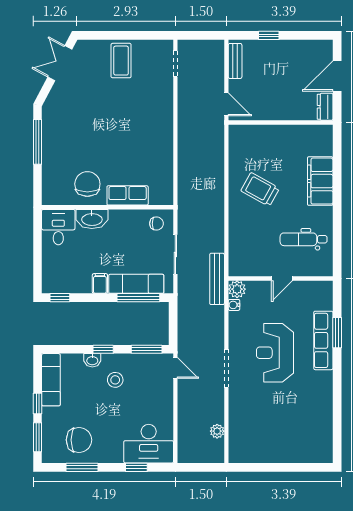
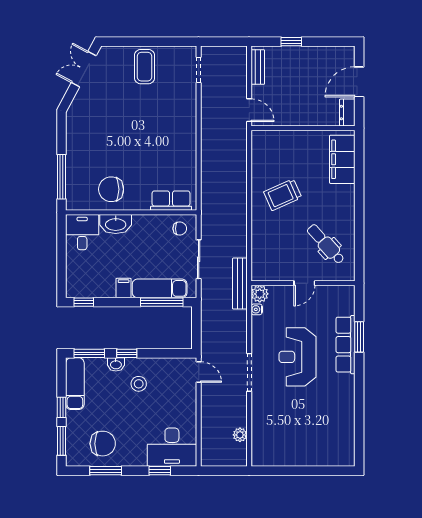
window: (38, 142) -> (62, 177), moved
filing cabinet: (320, 181) -> (342, 159), moved
chair: (87, 184) -> (111, 189), turned -90
trolley: (260, 189) -> (283, 195), turned -53
row of seats: (128, 195) -> (171, 201), moved
dental chair: (304, 239) -> (326, 244), turned 48
window: (147, 349) -> (89, 353), moved

